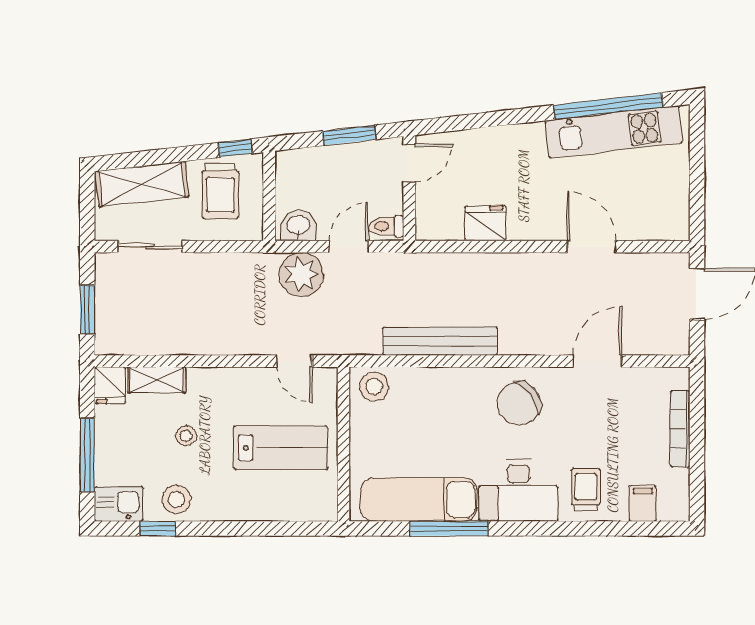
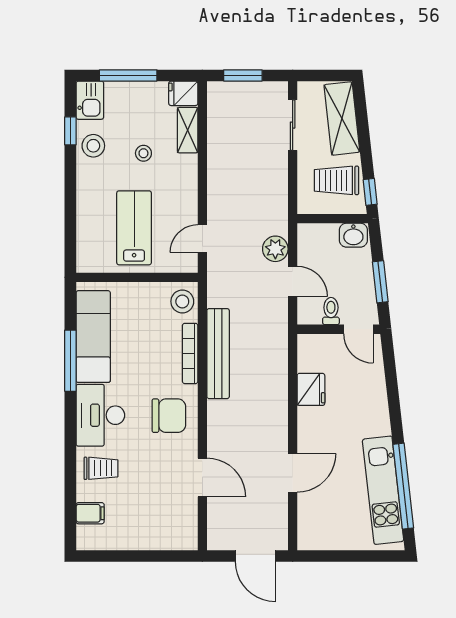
washbasin: (298, 226) -> (353, 235), moved, turned 90
toilet: (386, 226) -> (331, 311), moved
plant: (301, 274) -> (275, 249), width x0.73, depth x0.73
chair: (519, 404) -> (169, 416), turned 127
bookcase: (680, 429) -> (190, 353), moved, turned -90
lab bench: (281, 448) -> (134, 228), turned 180

